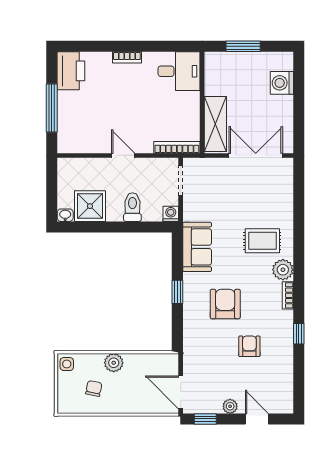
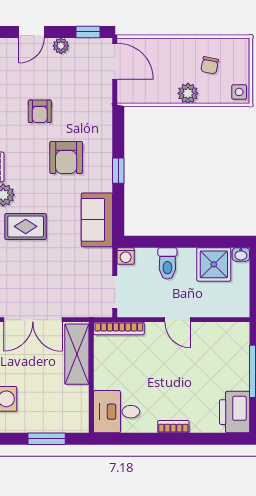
door: (257, 419) -> (32, 32), hinge flipped

